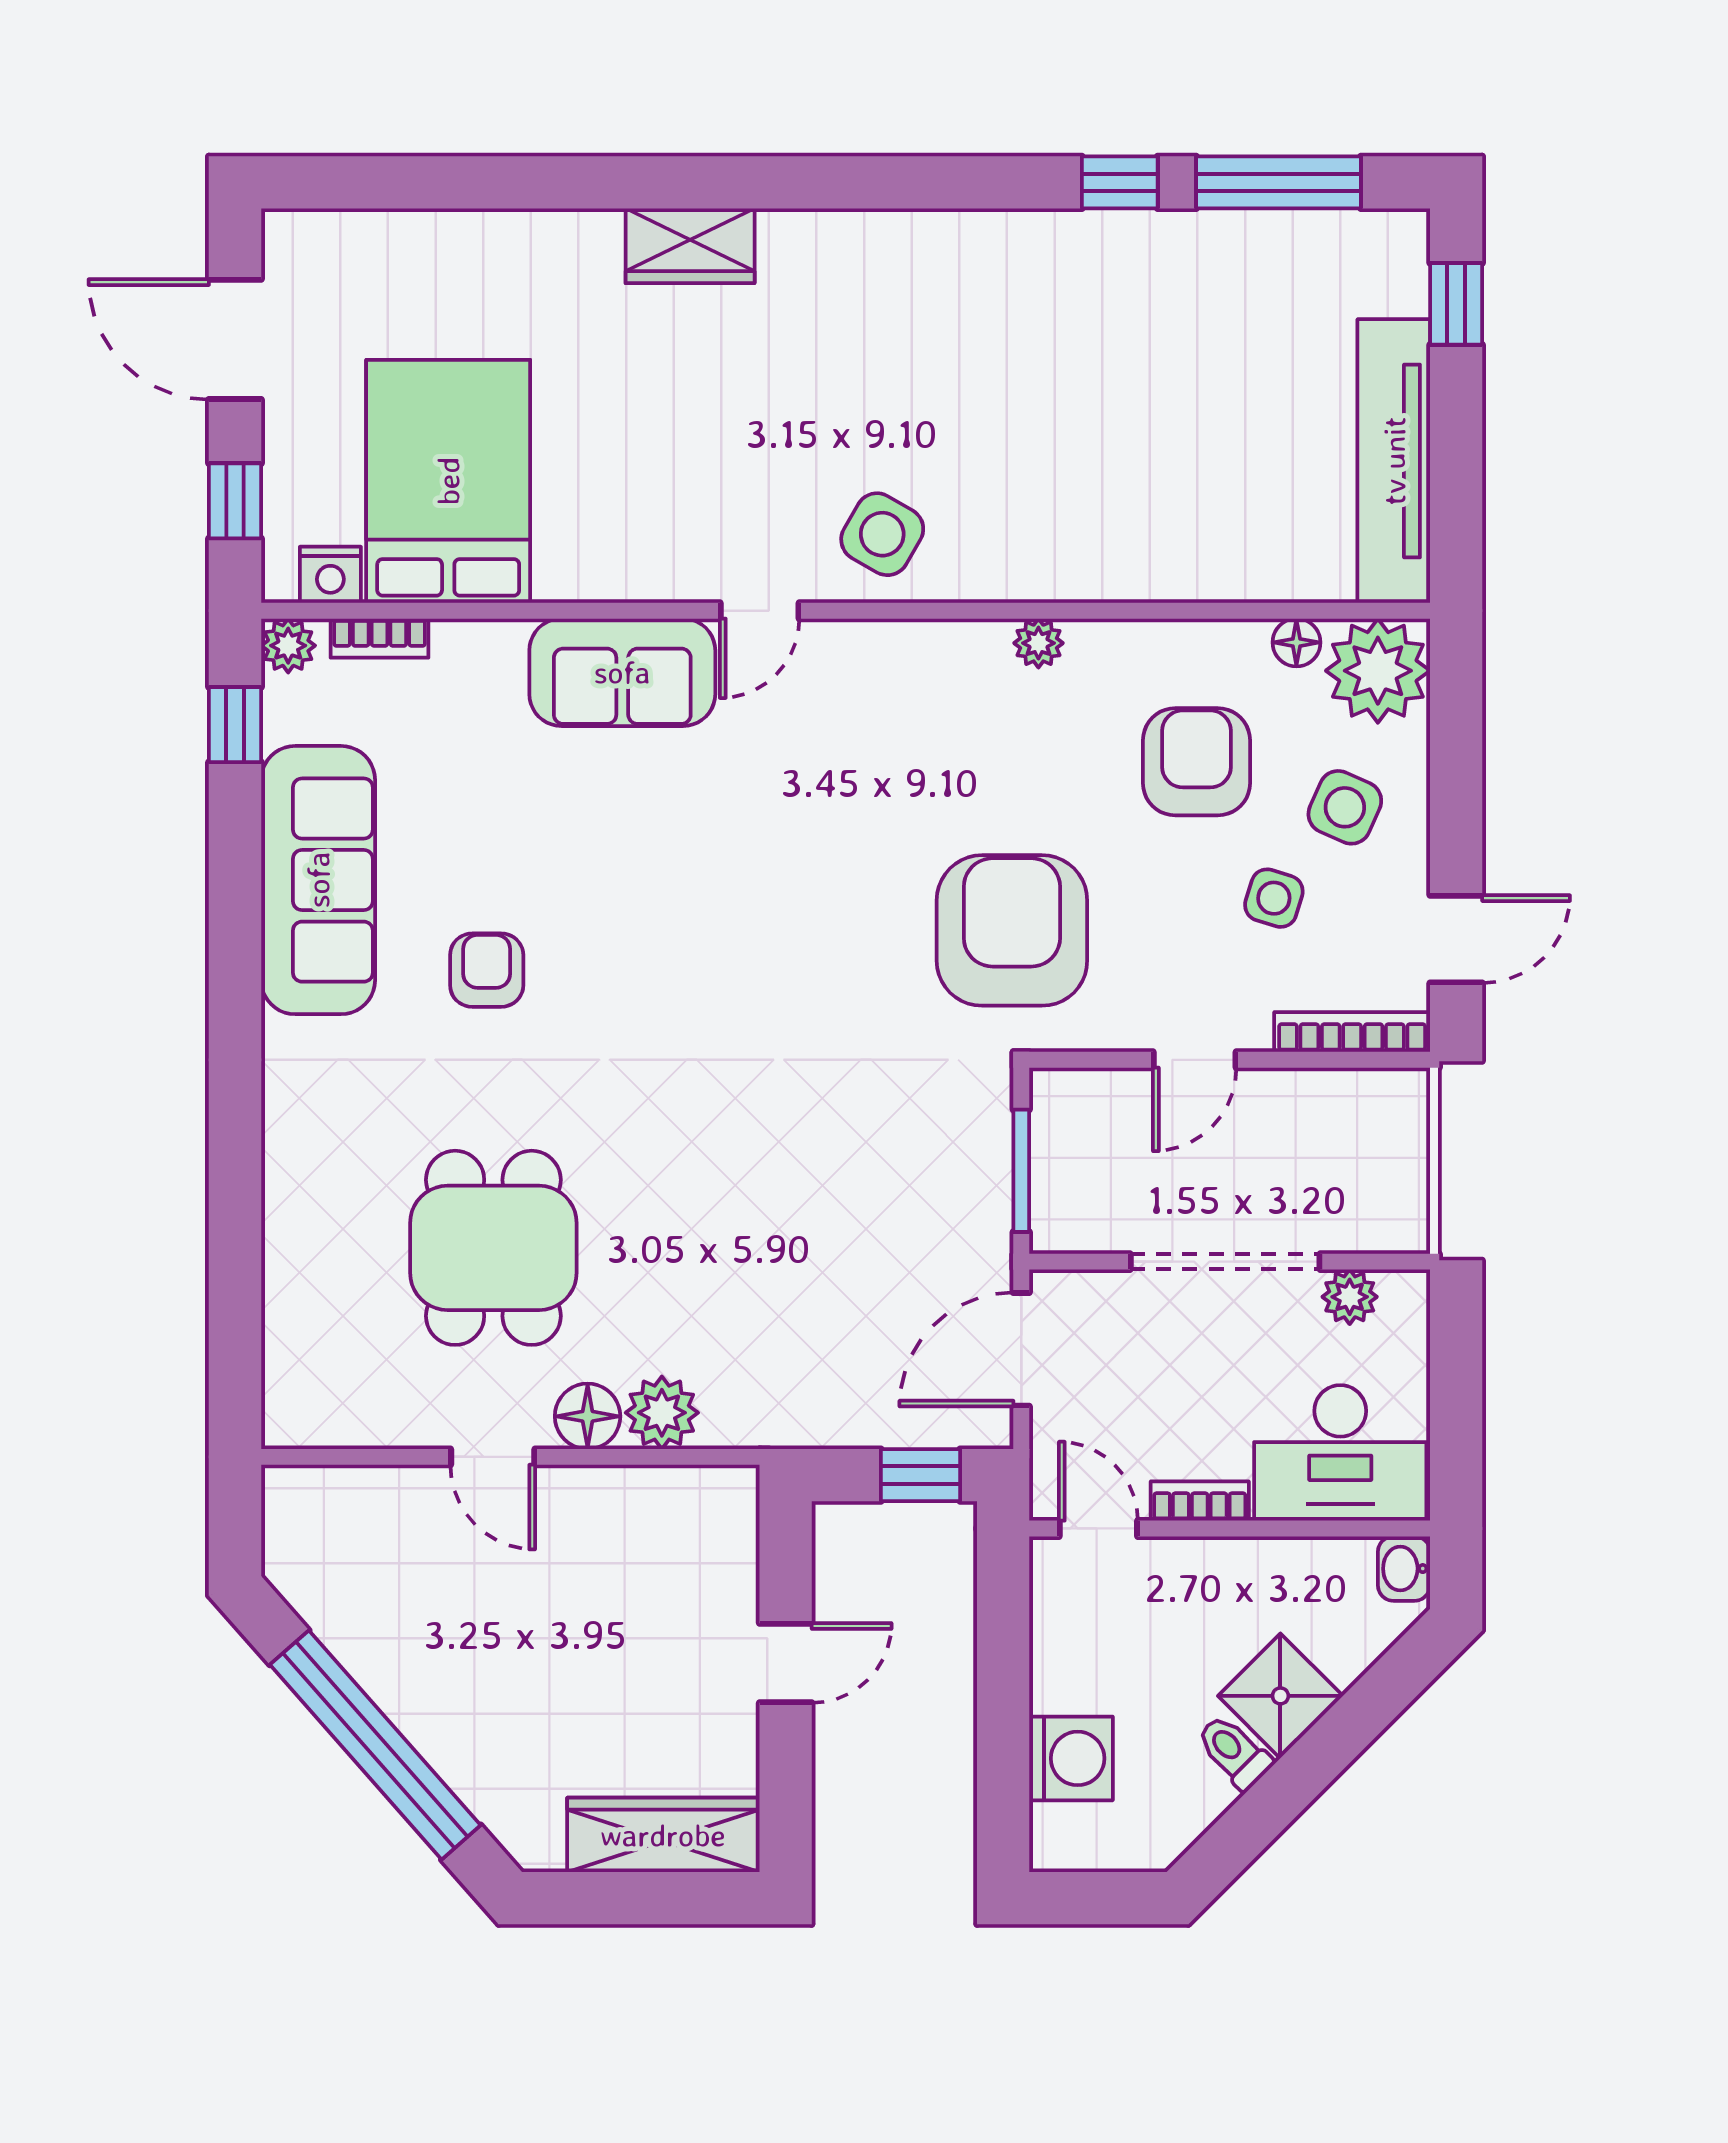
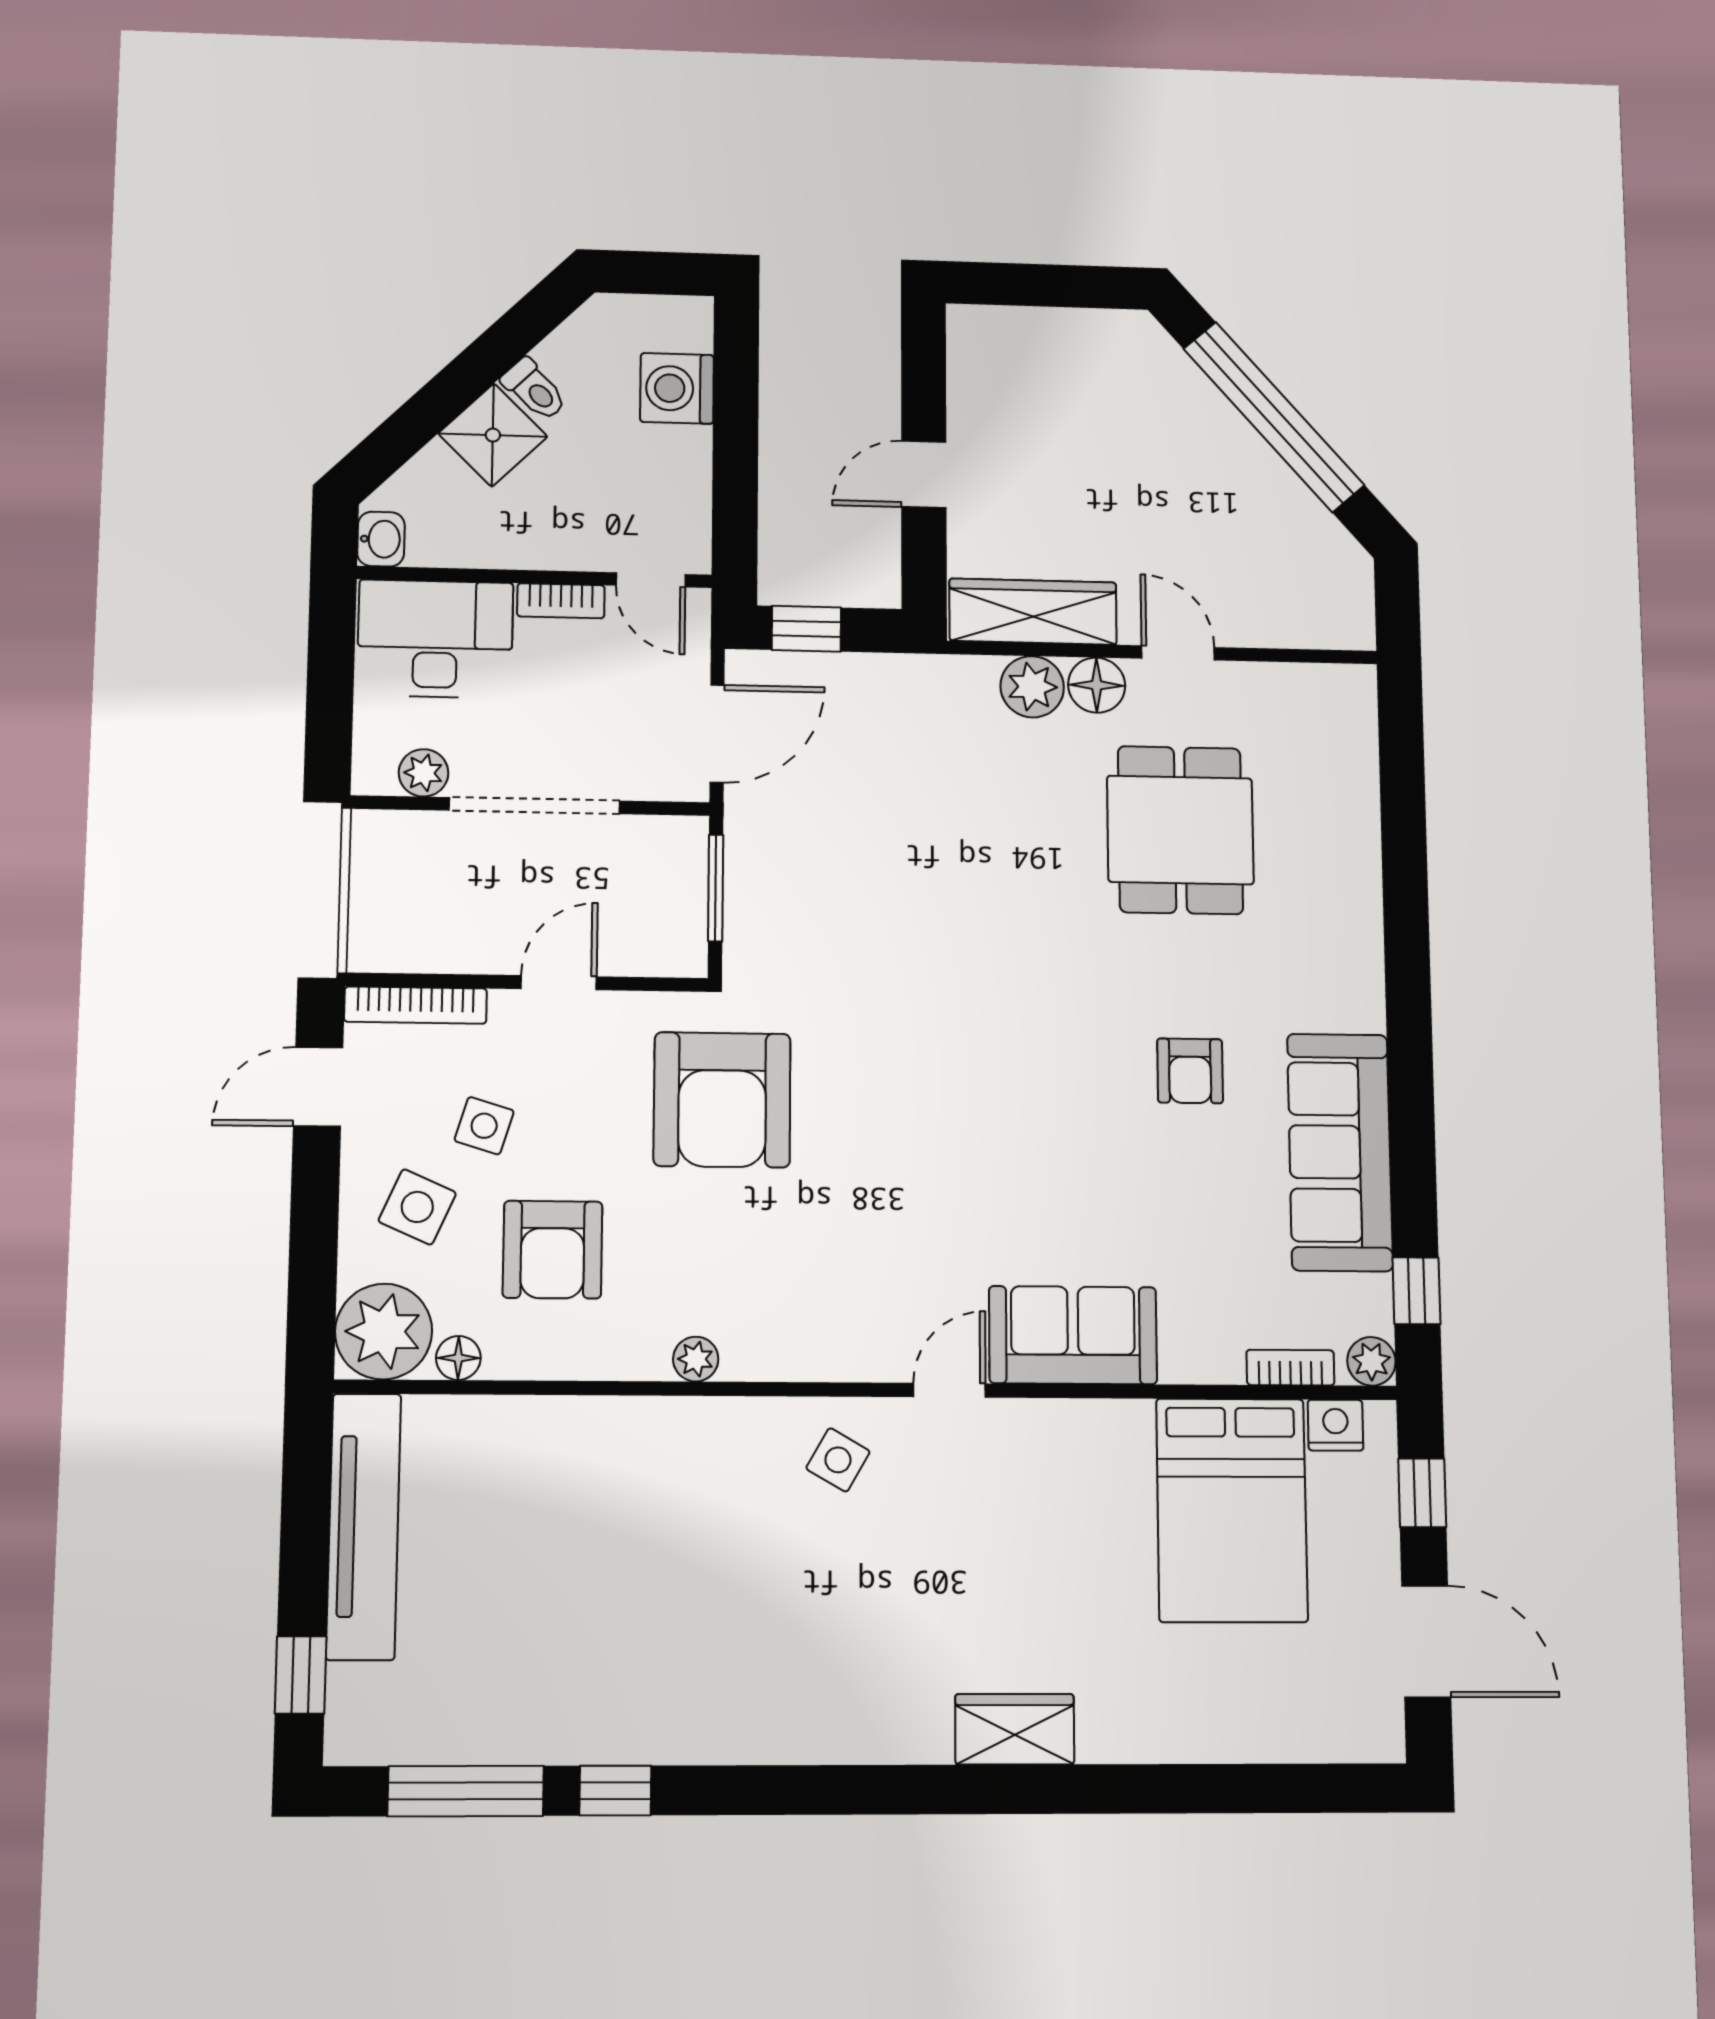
side table: (882, 534) -> (838, 1460), width x0.73, depth x0.73
wardrobe: (663, 1835) -> (1033, 612), moved, turned 180

